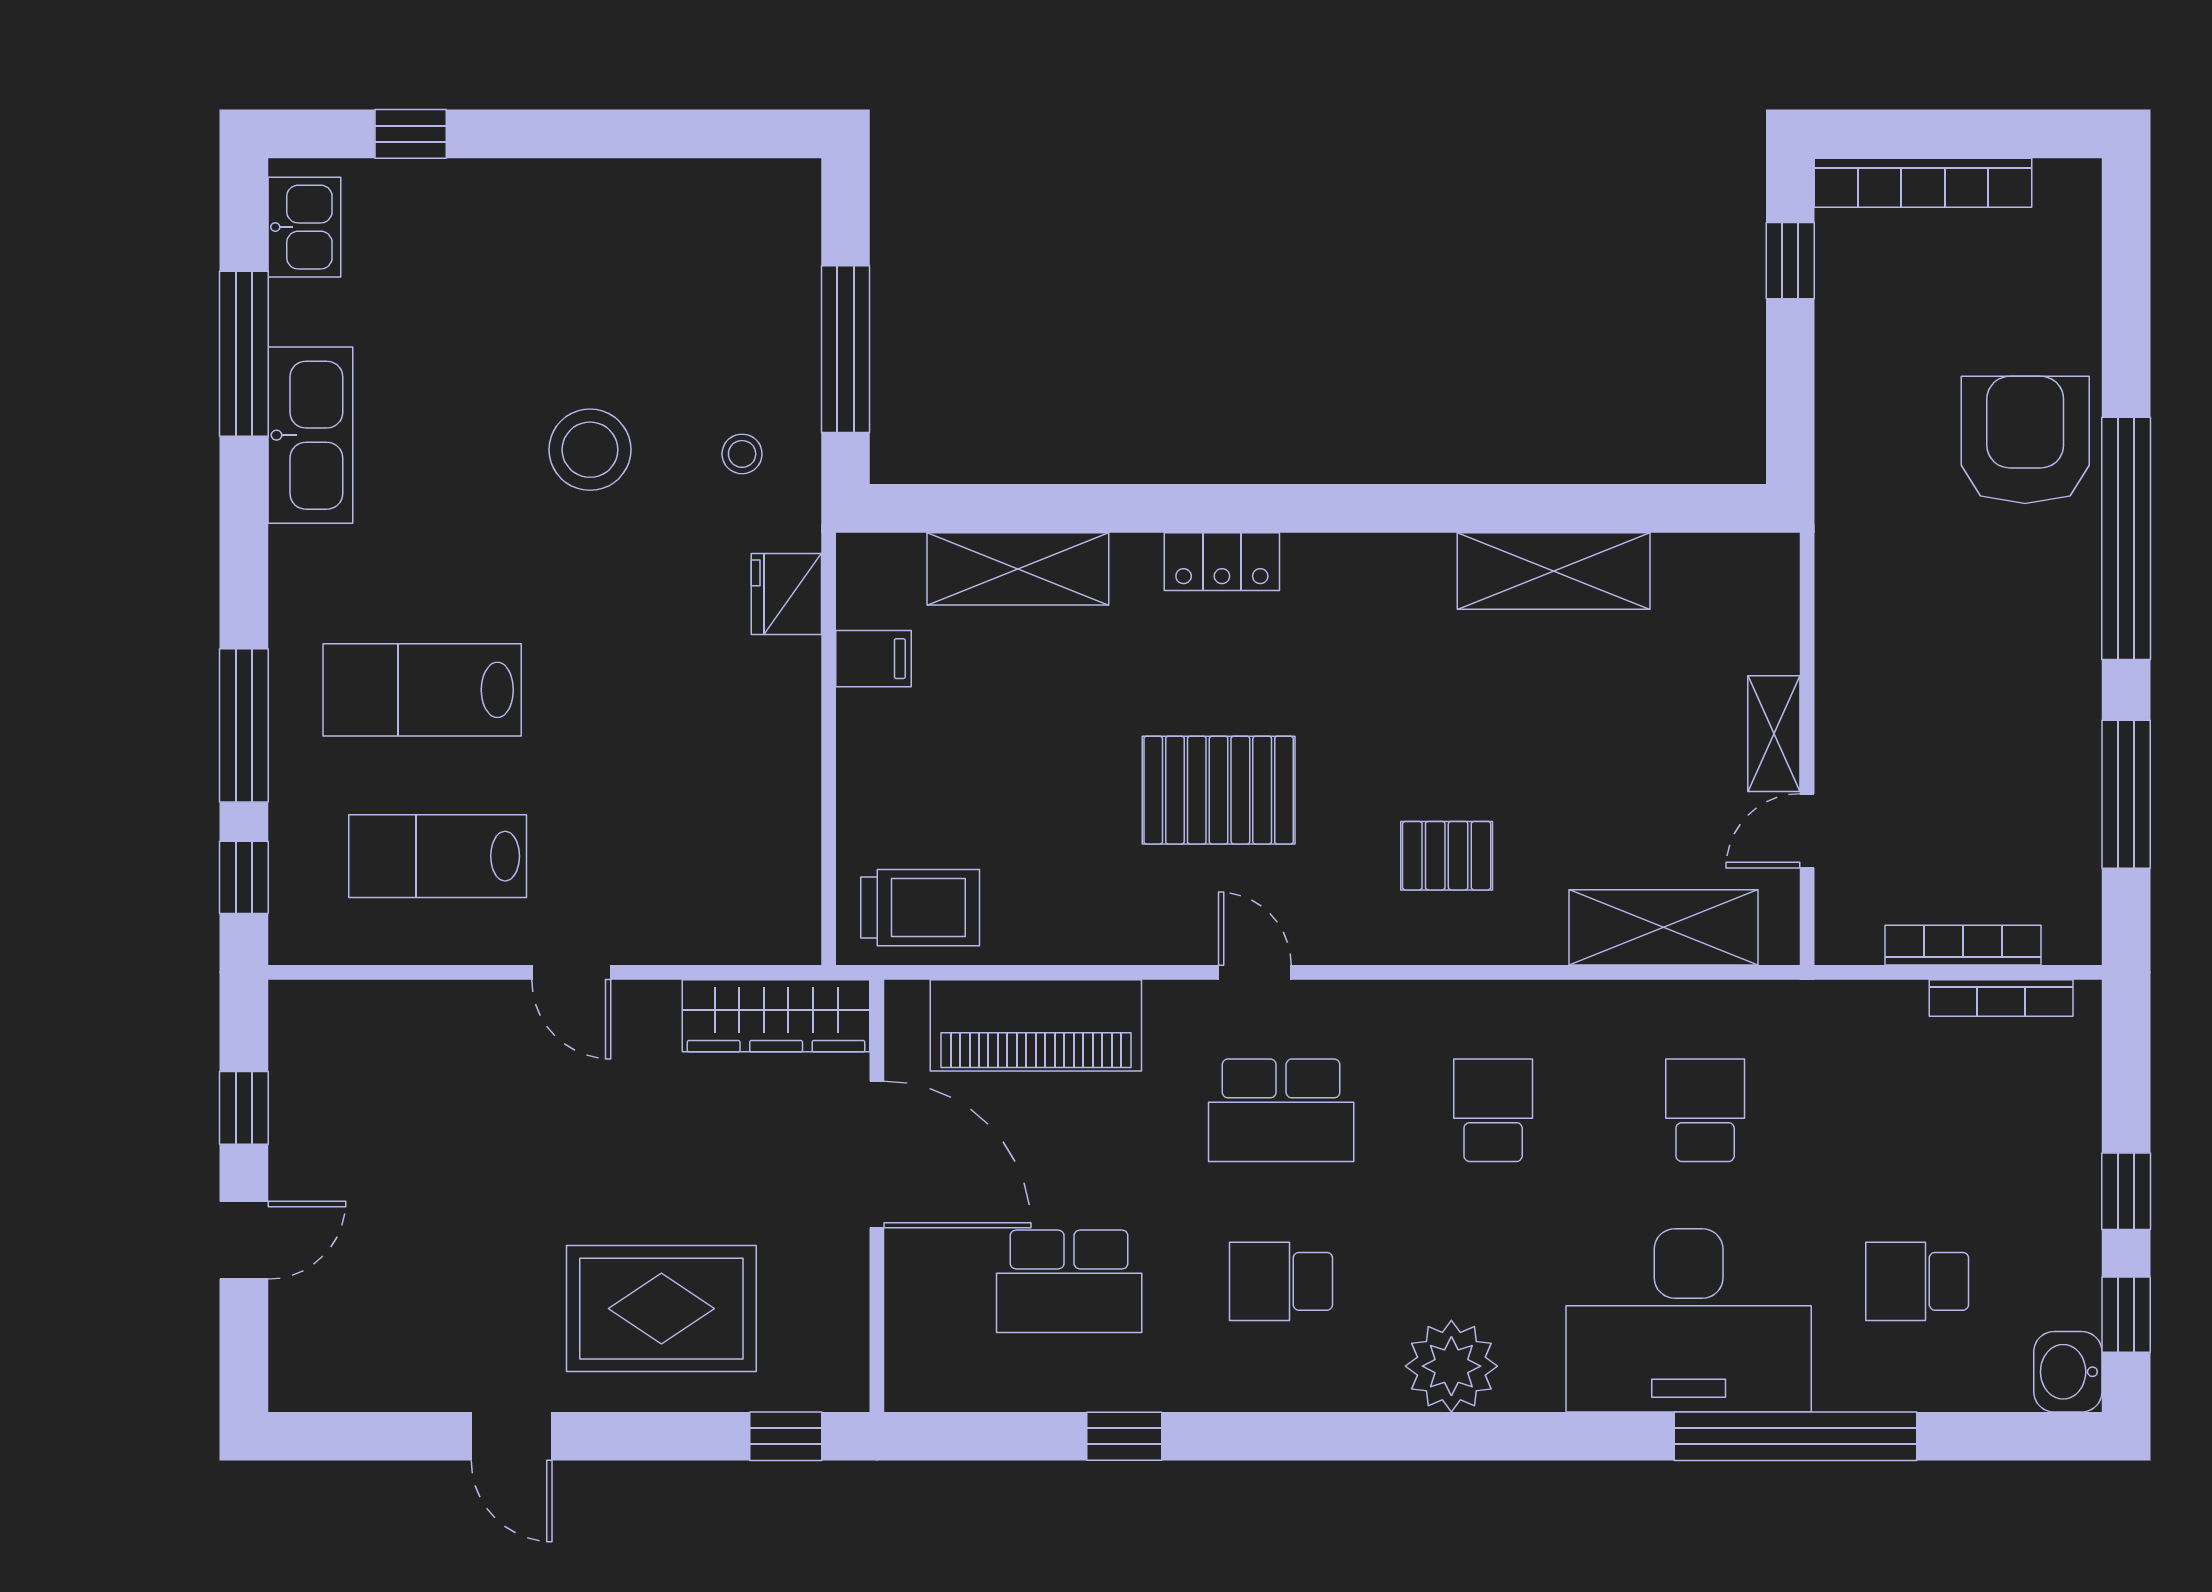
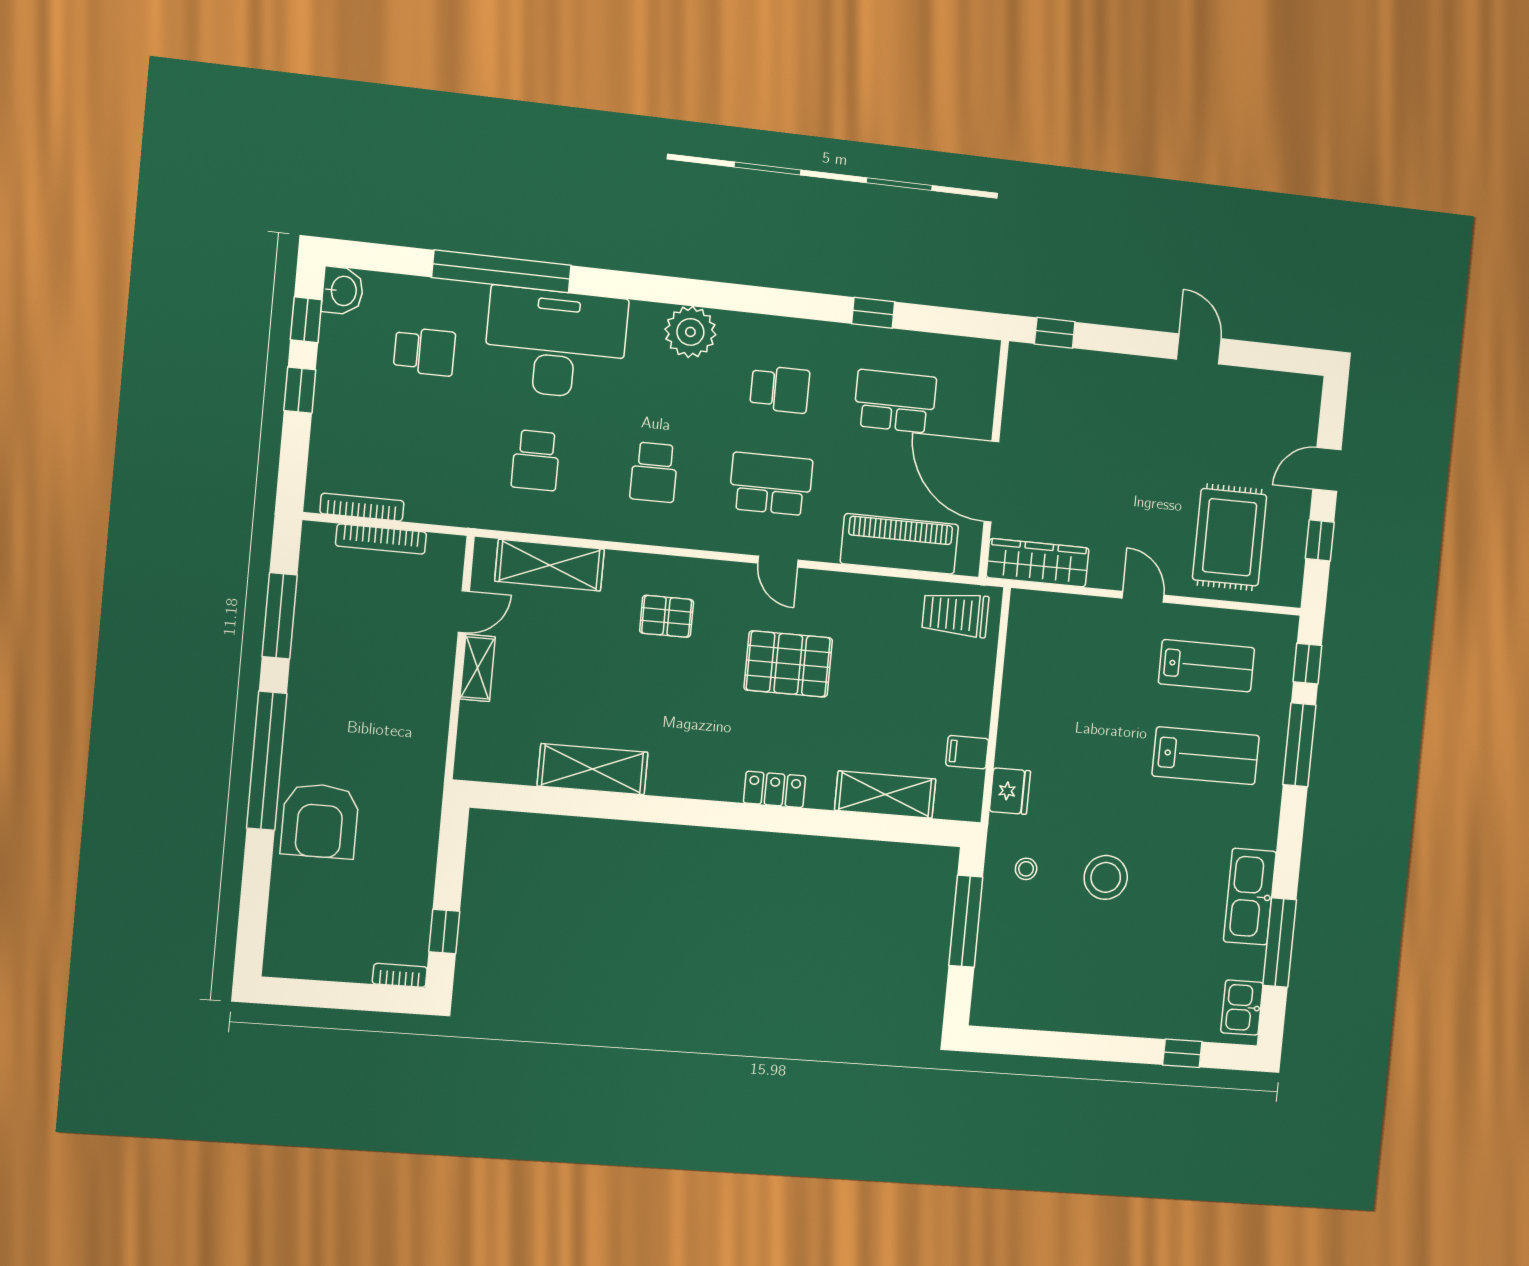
bookcase: (1923, 183) -> (400, 975), width x0.43, depth x0.76
rug: (661, 1309) -> (1230, 537), moved, turned 90

